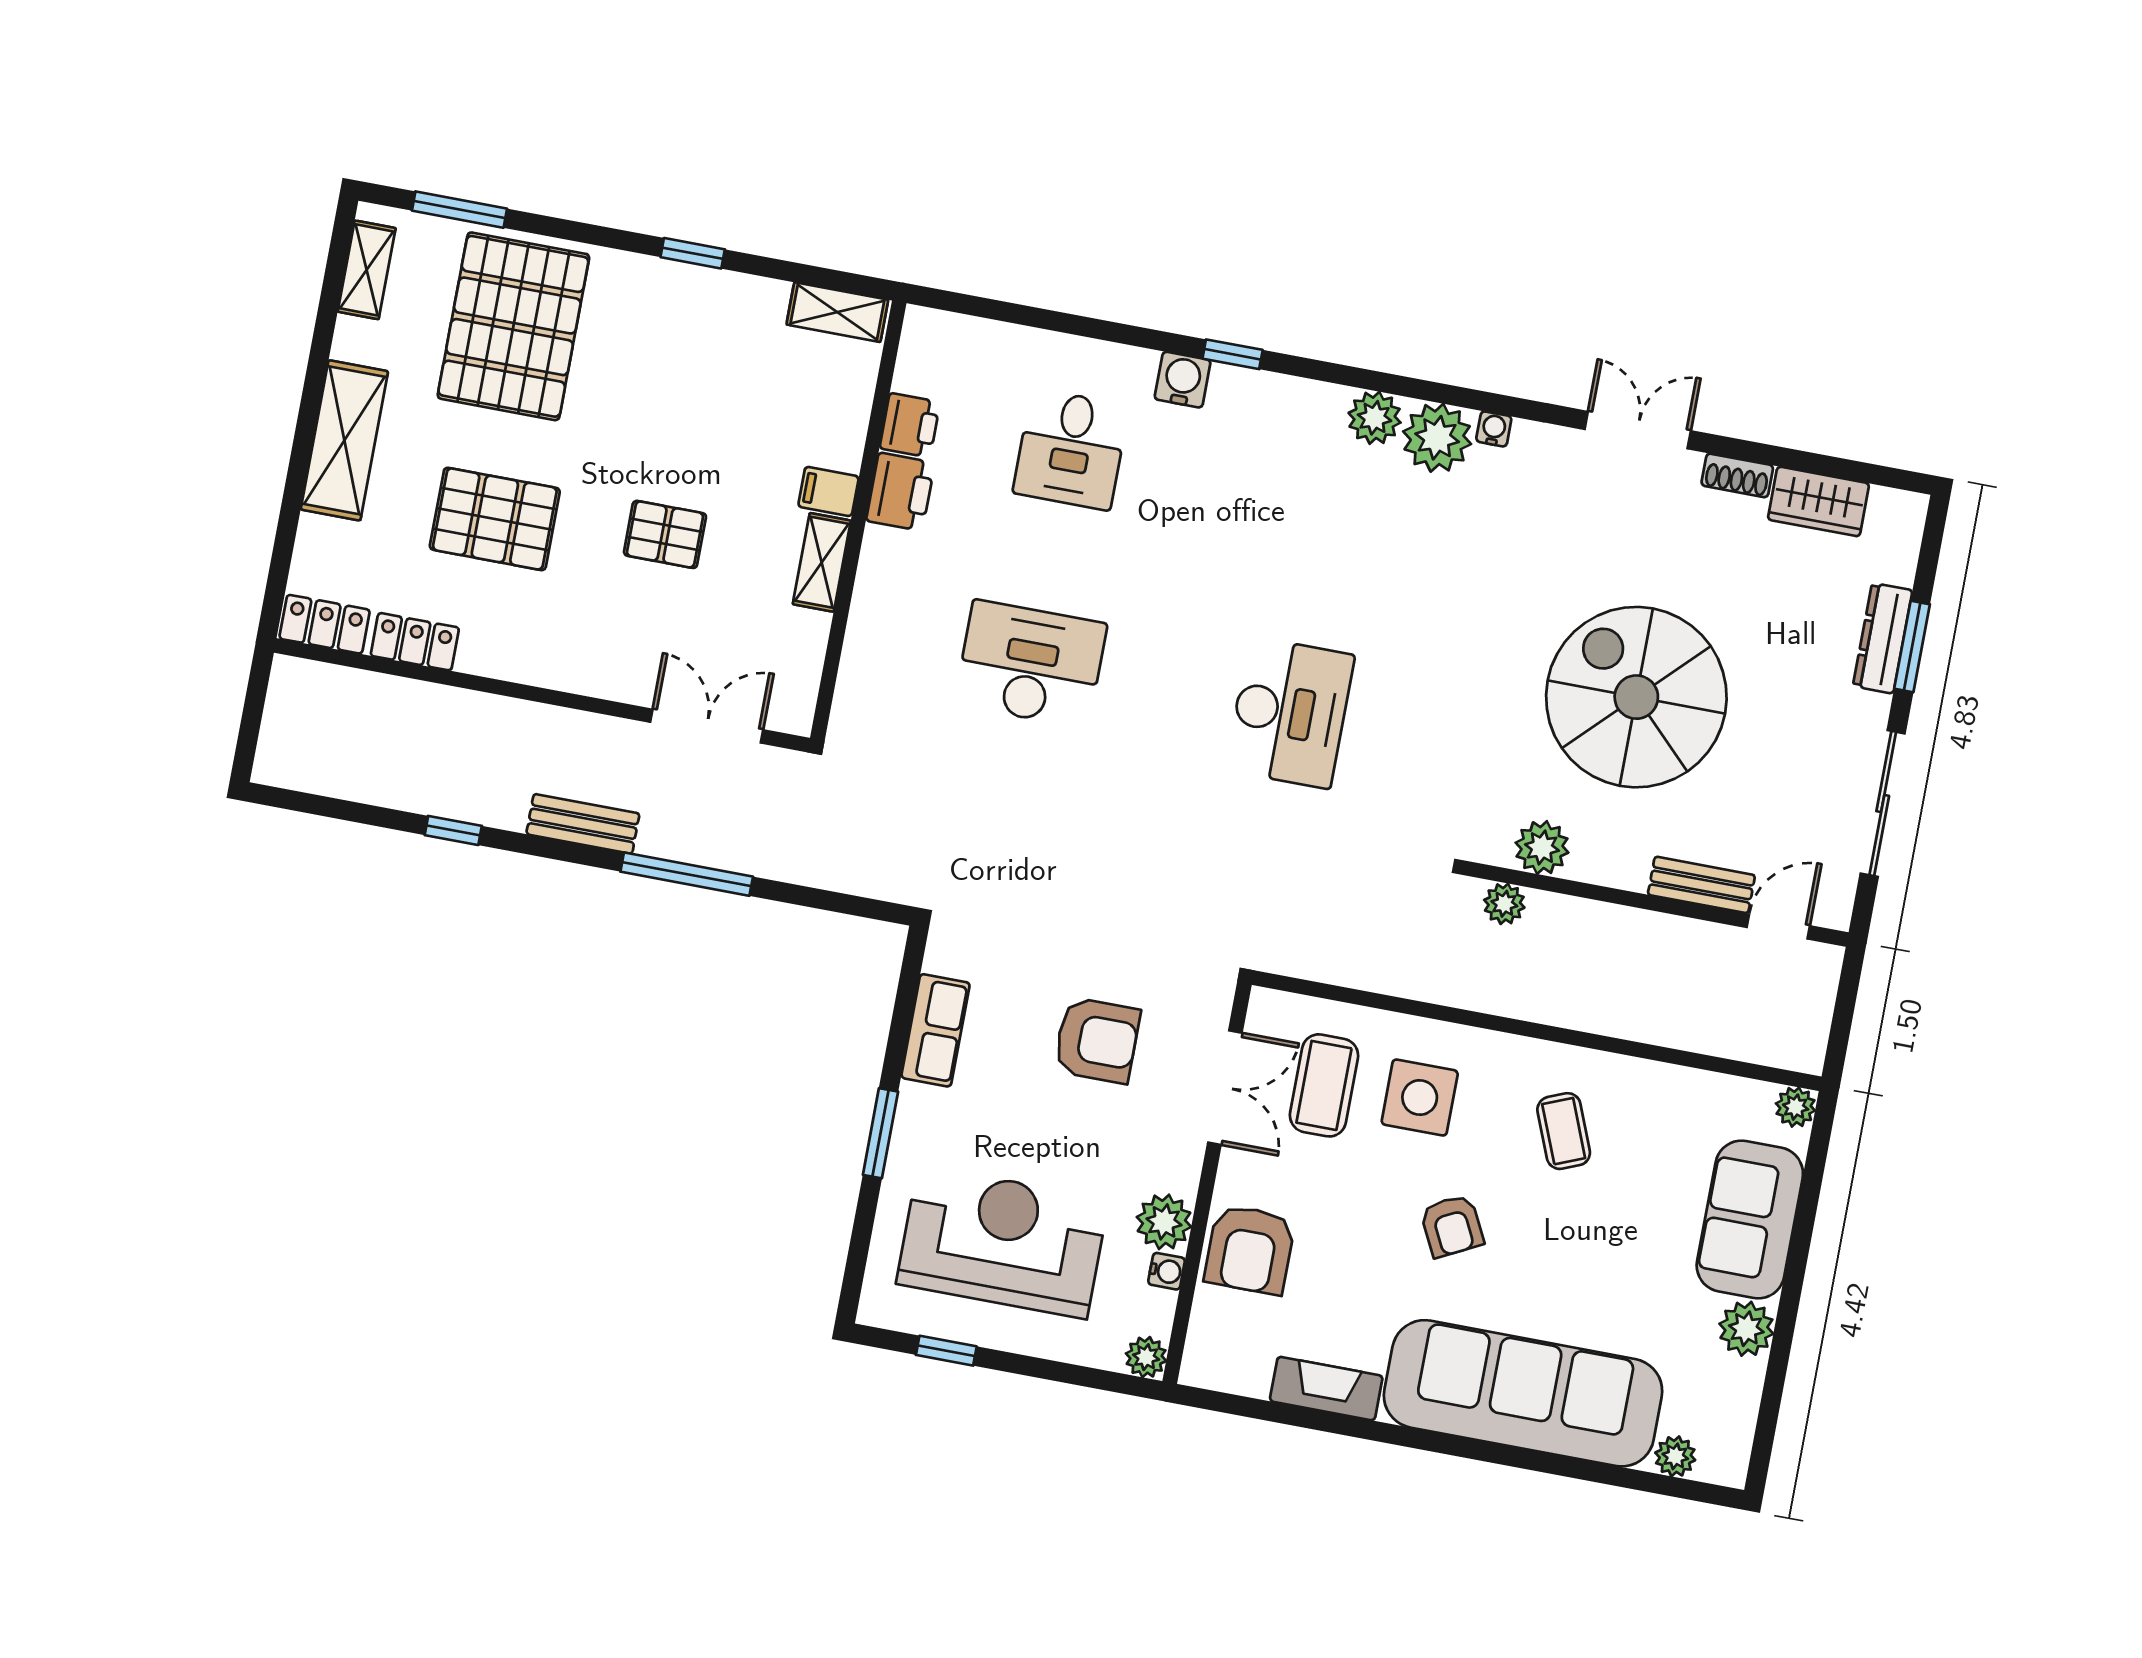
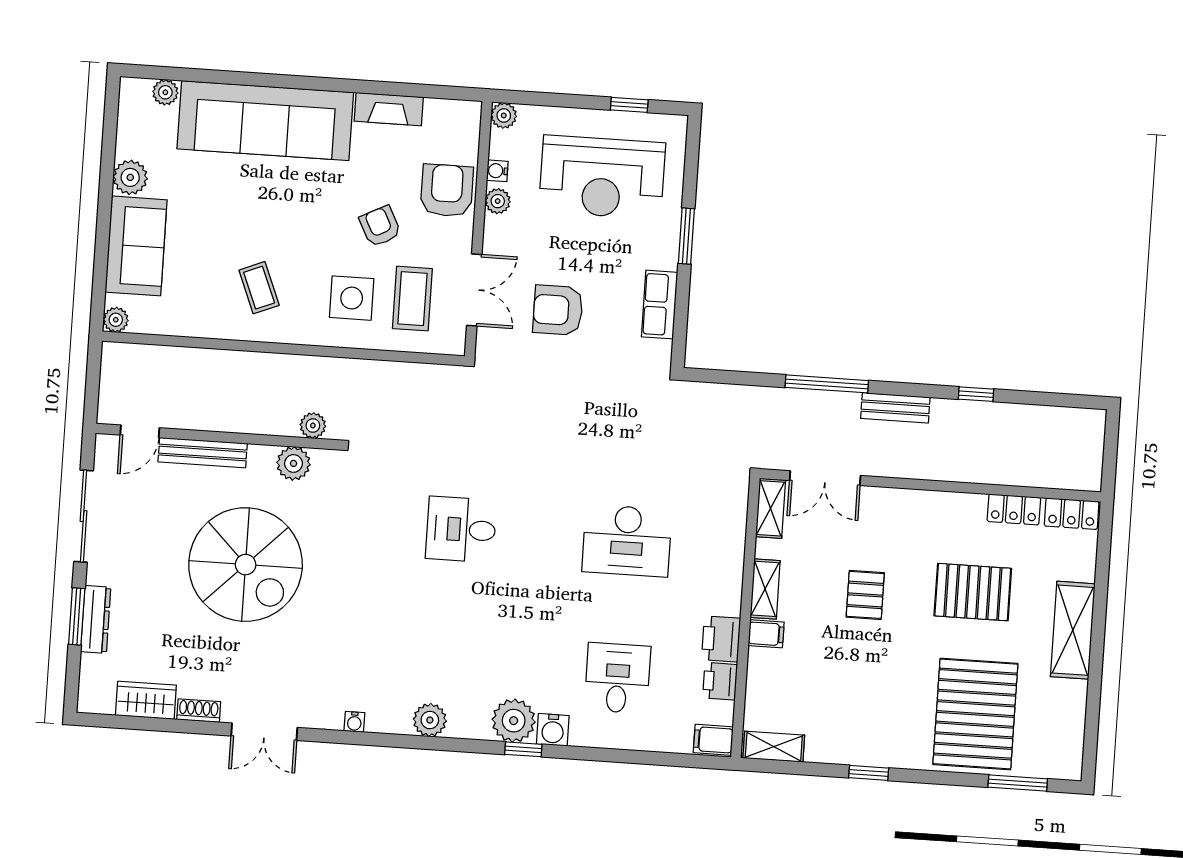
shelving: (367, 270) -> (771, 508), moved
filing cabinet: (931, 334) -> (713, 740), added
plant: (1437, 438) -> (514, 721), moved
pallet: (665, 534) -> (865, 595), turned 90
desk: (1290, 713) -> (461, 529), width x0.73
bench: (1701, 885) -> (203, 453), width x1.36
double door: (1225, 1088) -> (474, 290), swing flipped
plant: (1164, 1222) -> (498, 201), width x0.73, depth x0.73
armchair: (1452, 1226) -> (380, 226), moved

